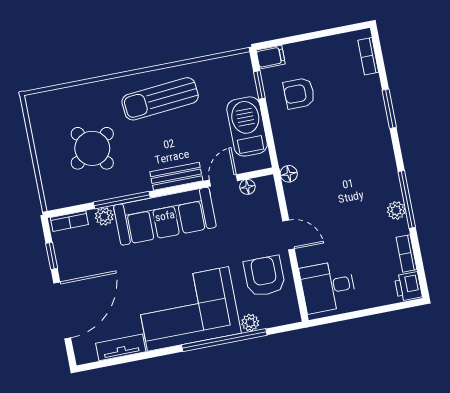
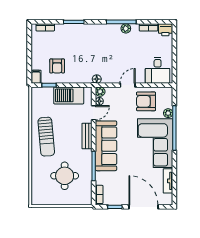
round table: (92, 148) -> (65, 176), turned 34
door: (223, 180) -> (94, 113), swing flipped
plant: (104, 216) -> (100, 92), moved

